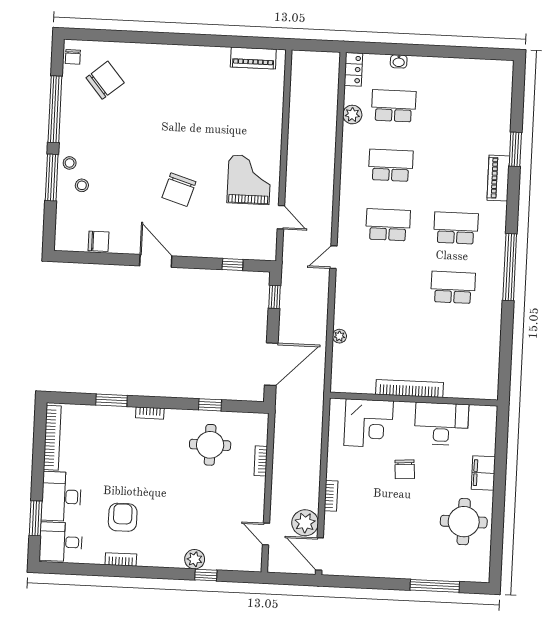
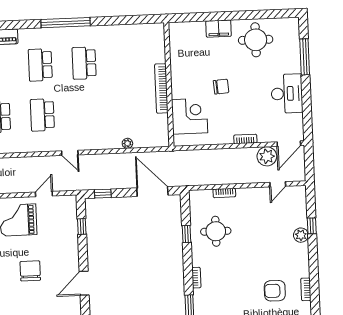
chair: (179, 190) -> (30, 271), turned -107
desk: (442, 424) -> (287, 94), moved, turned 180

